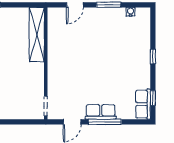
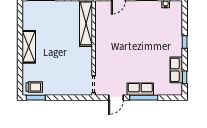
row of seats: (143, 104) -> (176, 70), moved

